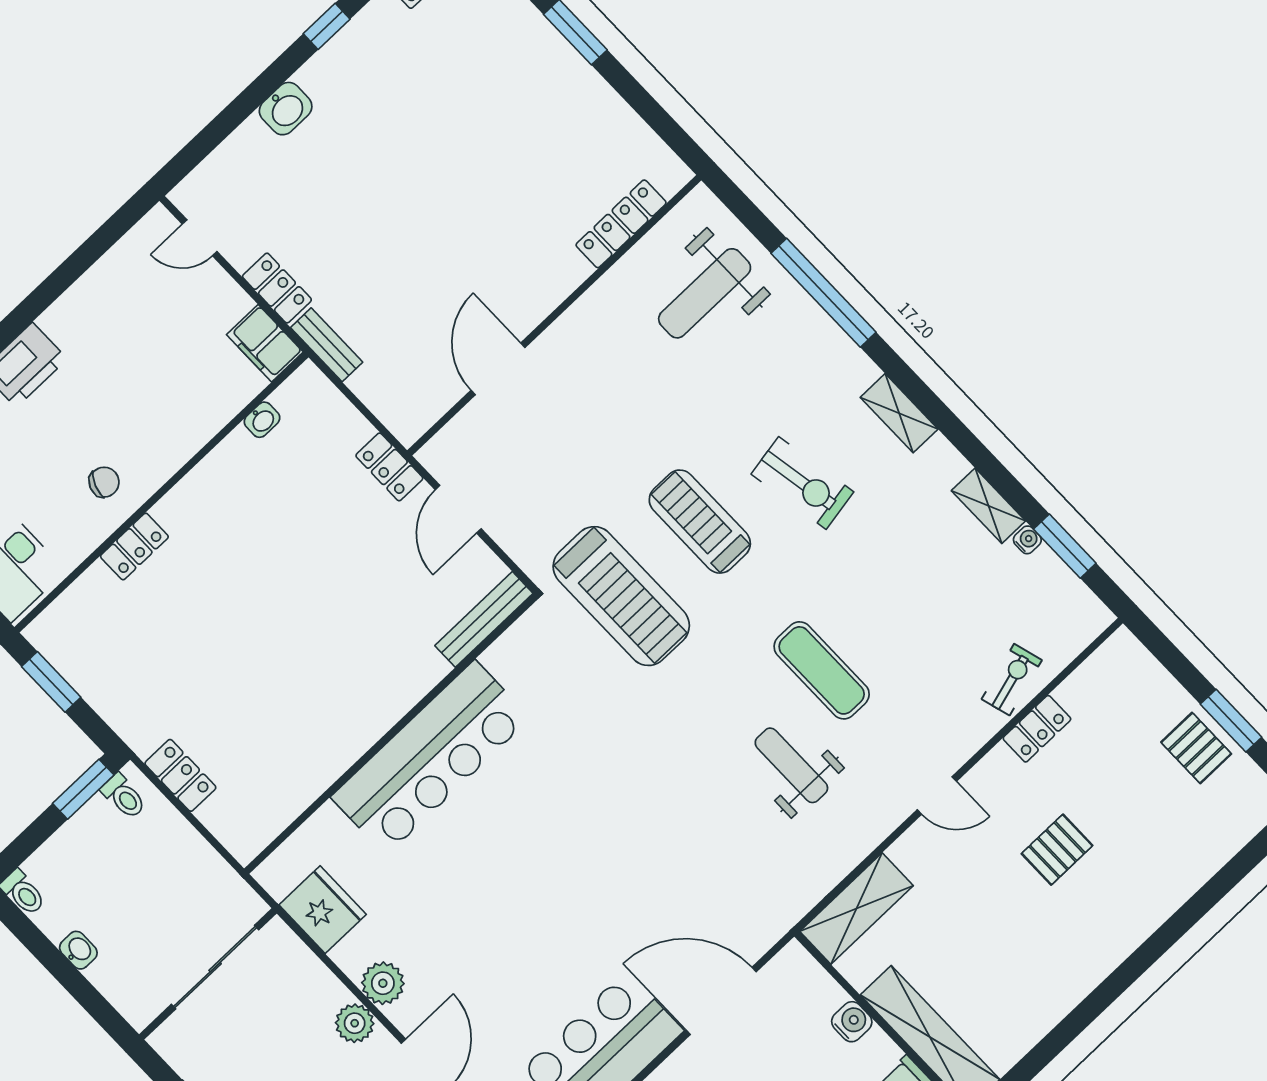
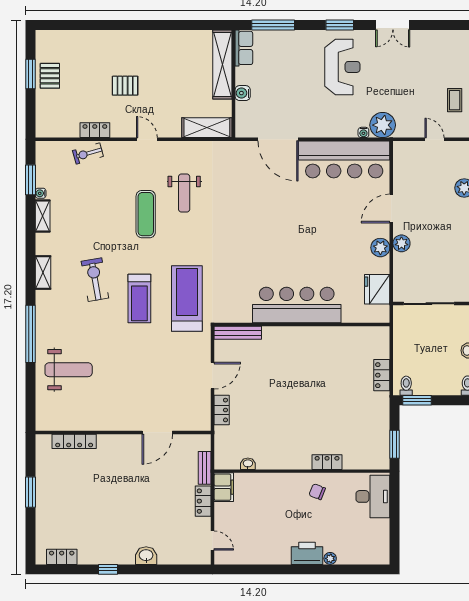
locker: (621, 224) -> (74, 441), moved
wall: (554, 315) -> (123, 432), moved
door: (498, 369) -> (157, 432), moved

